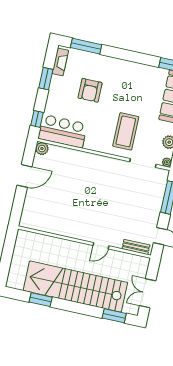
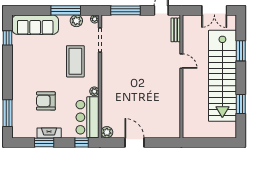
fireplace: (60, 62) -> (49, 133), moved
armchair: (90, 90) -> (46, 101), turned 180
coffee table: (126, 131) -> (75, 61), turned 90
plant: (89, 145) -> (94, 91), added
window: (114, 316) -> (241, 51), moved

